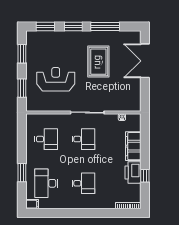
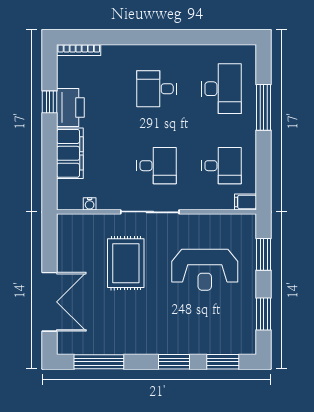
window: (105, 26) -> (99, 362), moved
rug: (98, 62) -> (126, 263), moved
desk: (46, 139) -> (222, 166), turned 180
desk: (83, 139) -> (157, 166), turned 180
window: (22, 173) -> (264, 107), width x1.44
filing cabinet: (32, 204) -> (246, 202), moved

